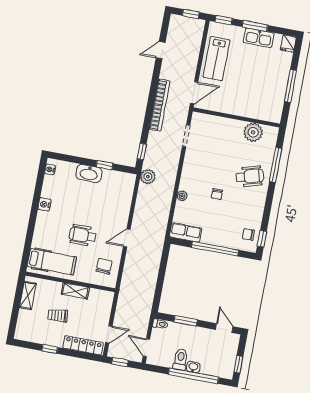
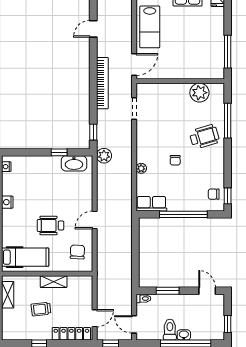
window: (290, 86) -> (228, 52), moved
washbasin: (89, 173) -> (74, 163), moved

